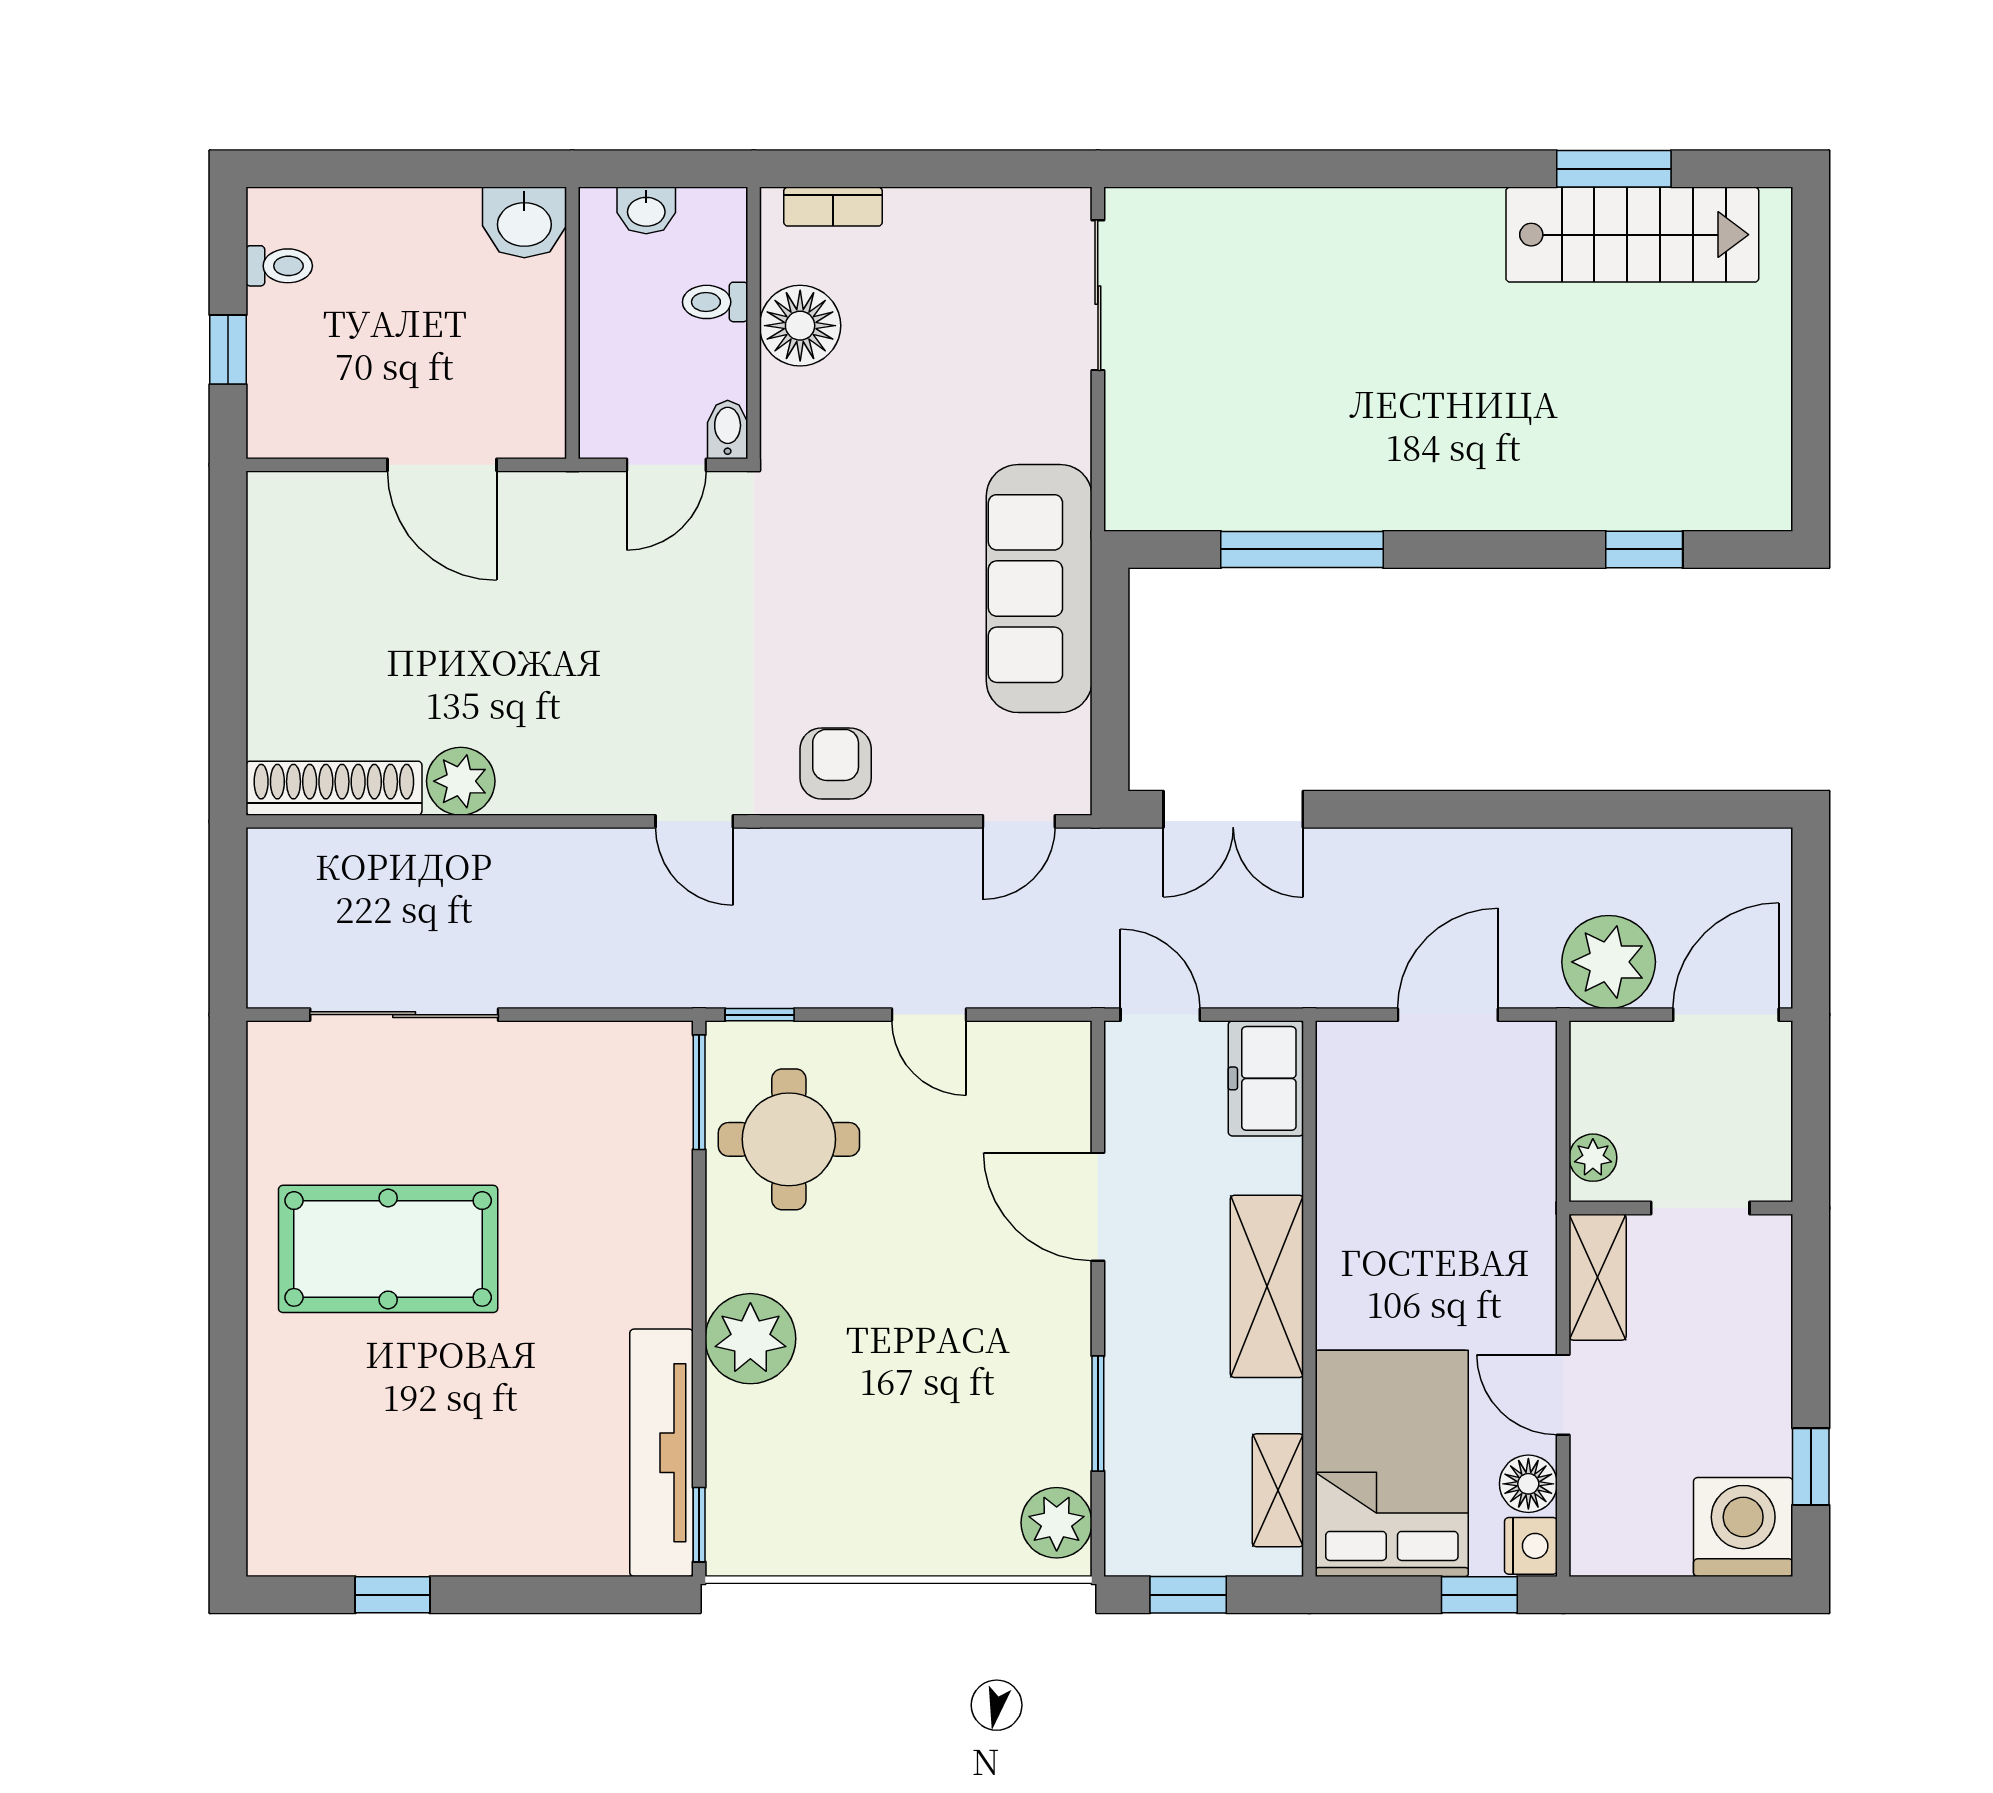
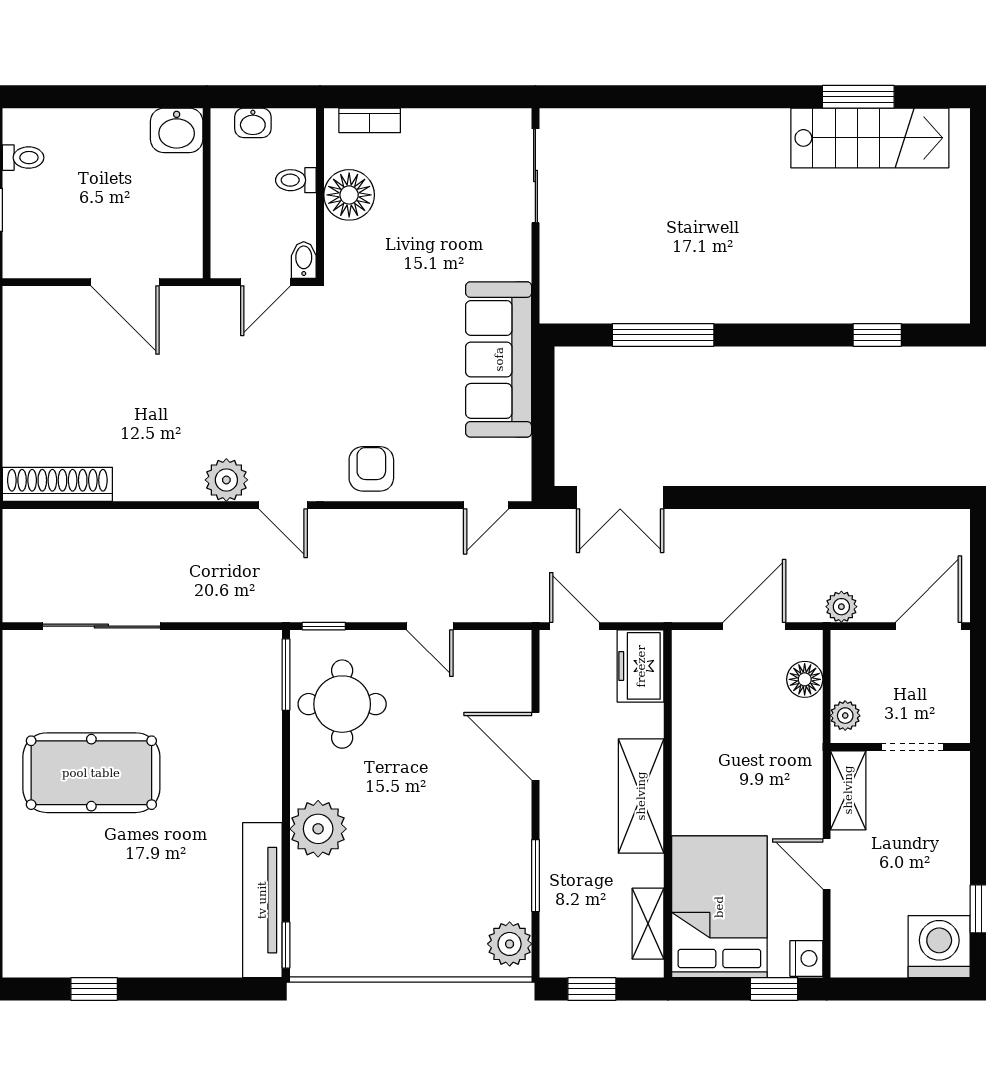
plant: (461, 781) -> (226, 480), moved
plant: (1609, 962) -> (841, 607), width x0.53, depth x0.53
floor lamp: (1528, 1484) -> (805, 679), moved

